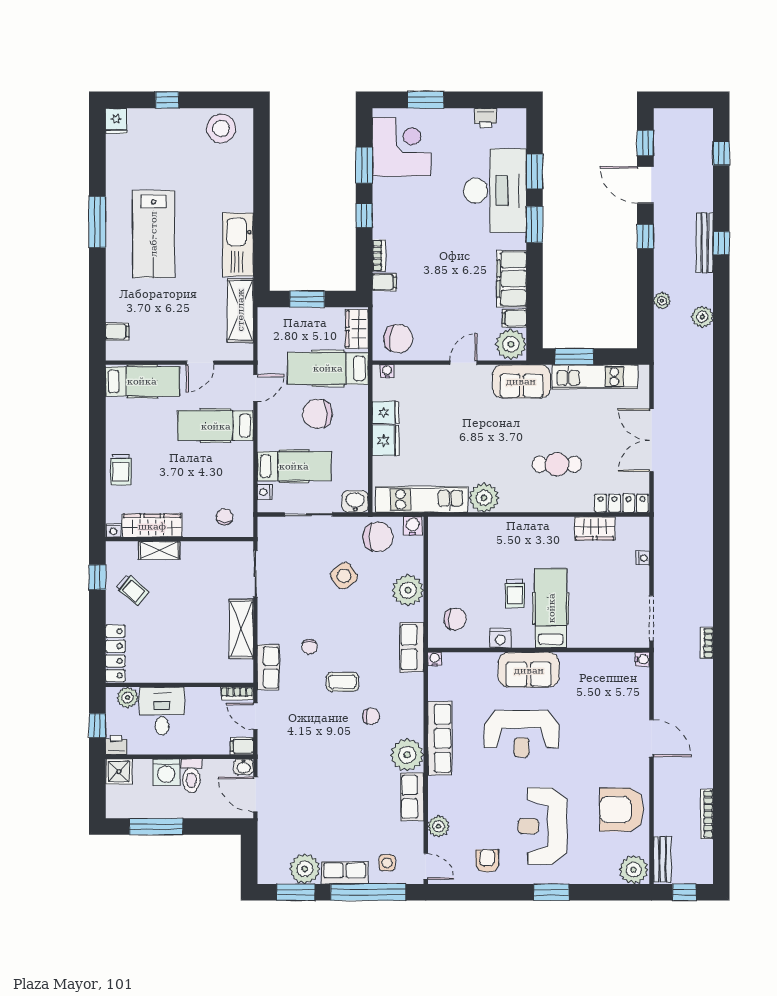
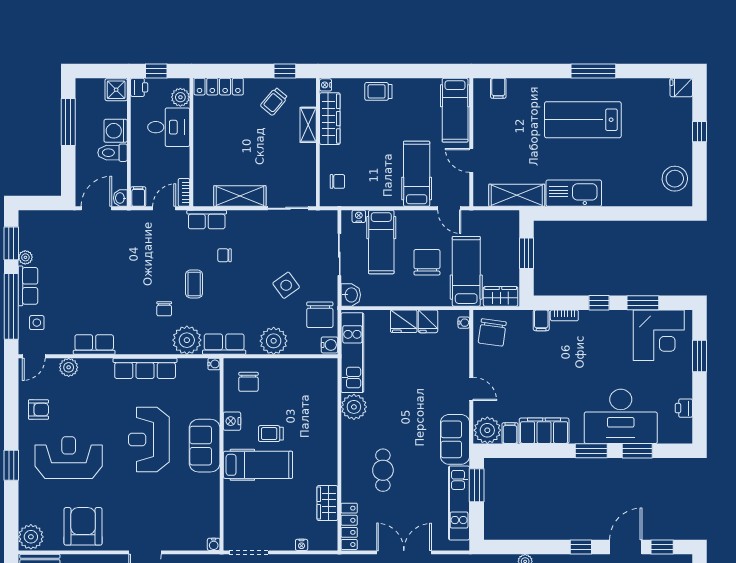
plant: (407, 755) -> (187, 340), moved
plant: (305, 869) -> (25, 257), width x0.53, depth x0.53

